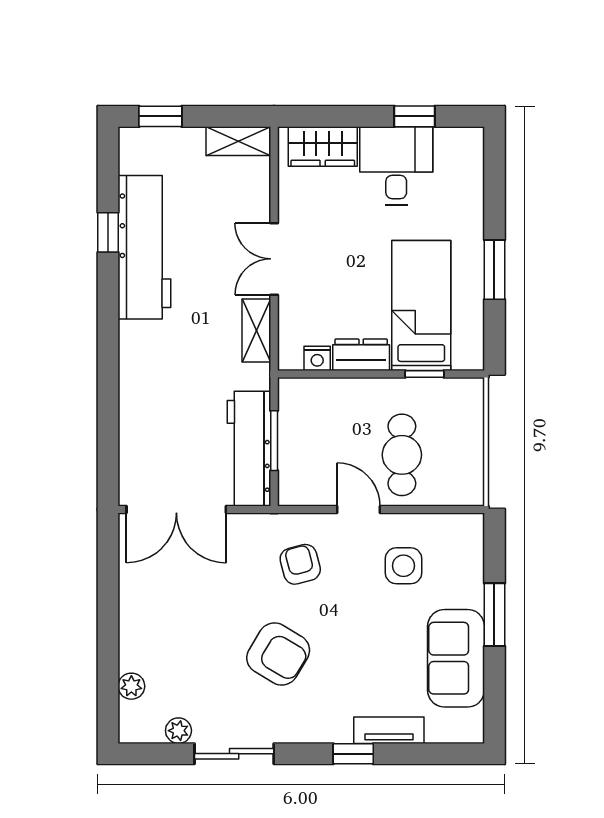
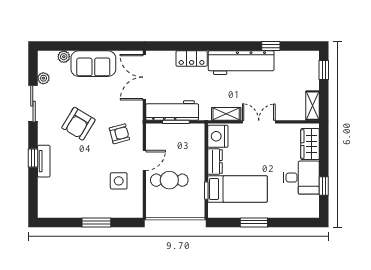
workbench: (144, 247) -> (241, 63), moved
nightstand: (317, 358) -> (218, 136), width x1.89, depth x1.79
locker: (135, 406) -> (192, 59), added
sofa: (456, 658) -> (93, 64), moved, turned 180
tv unit: (389, 730) -> (44, 161), moved

